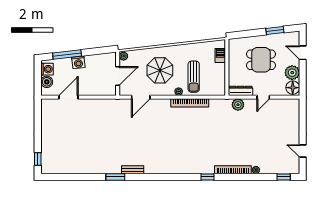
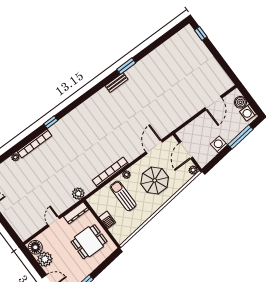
barbecue: (220, 55) -> (107, 220), moved
dining table: (261, 60) -> (89, 242), moved
washing machine: (78, 62) -> (219, 145), moved
plant: (238, 105) -> (78, 194), moved

